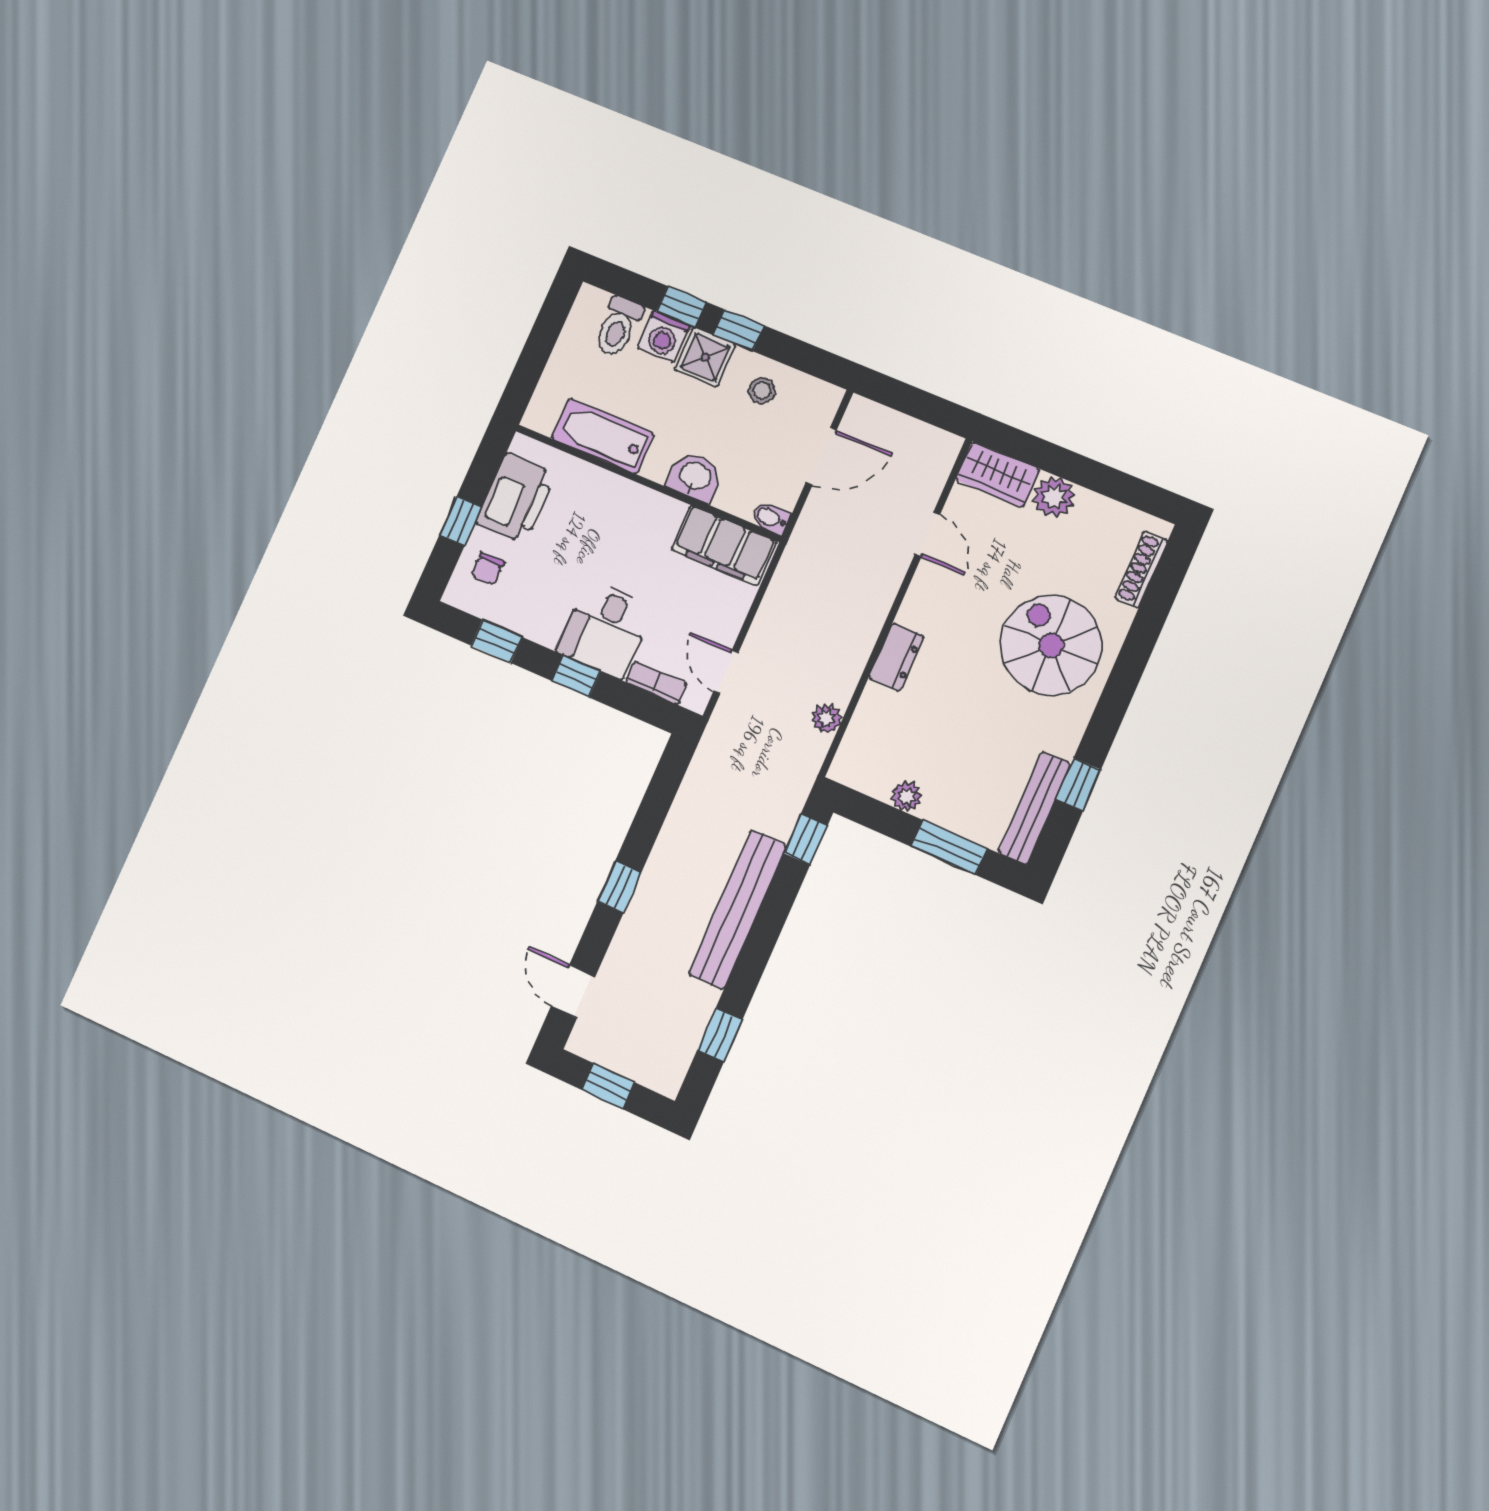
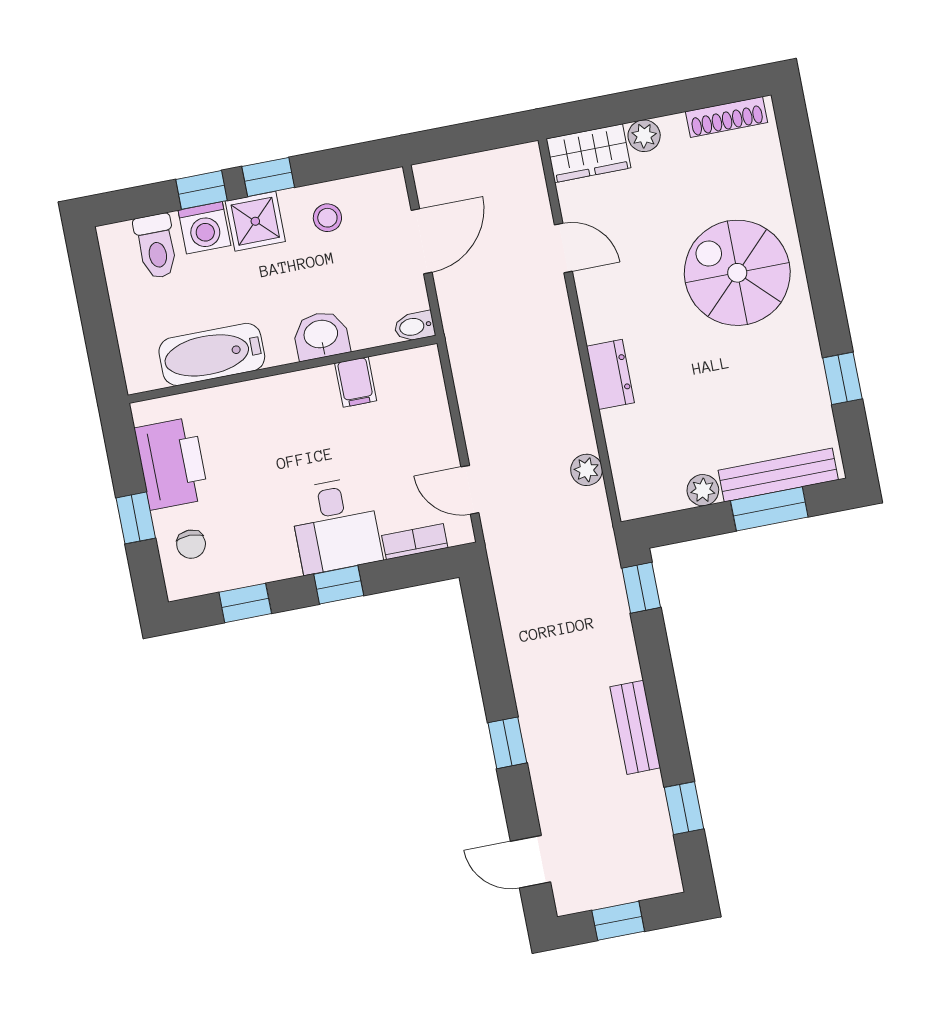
plant: (1054, 497) -> (644, 136), width x0.73, depth x0.73
filing cabinet: (724, 545) -> (356, 382), width x0.33, depth x0.86
shoe rack: (1141, 569) -> (726, 117), moved, turned -90
bench: (1034, 808) -> (778, 475), moved, turned 90
bench: (737, 910) -> (635, 727), width x0.54, depth x0.82

